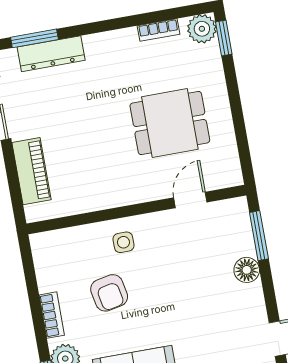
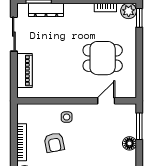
bookcase: (52, 315) -> (22, 142), width x1.56

